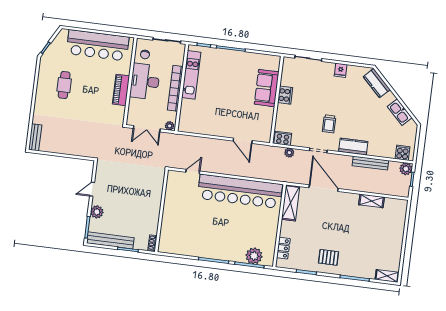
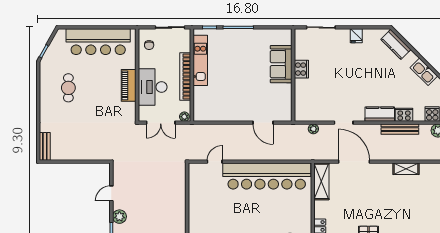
desk: (145, 81) -> (153, 87), moved
trolley: (329, 124) -> (351, 93), removed
cooker: (283, 138) -> (404, 115), moved

